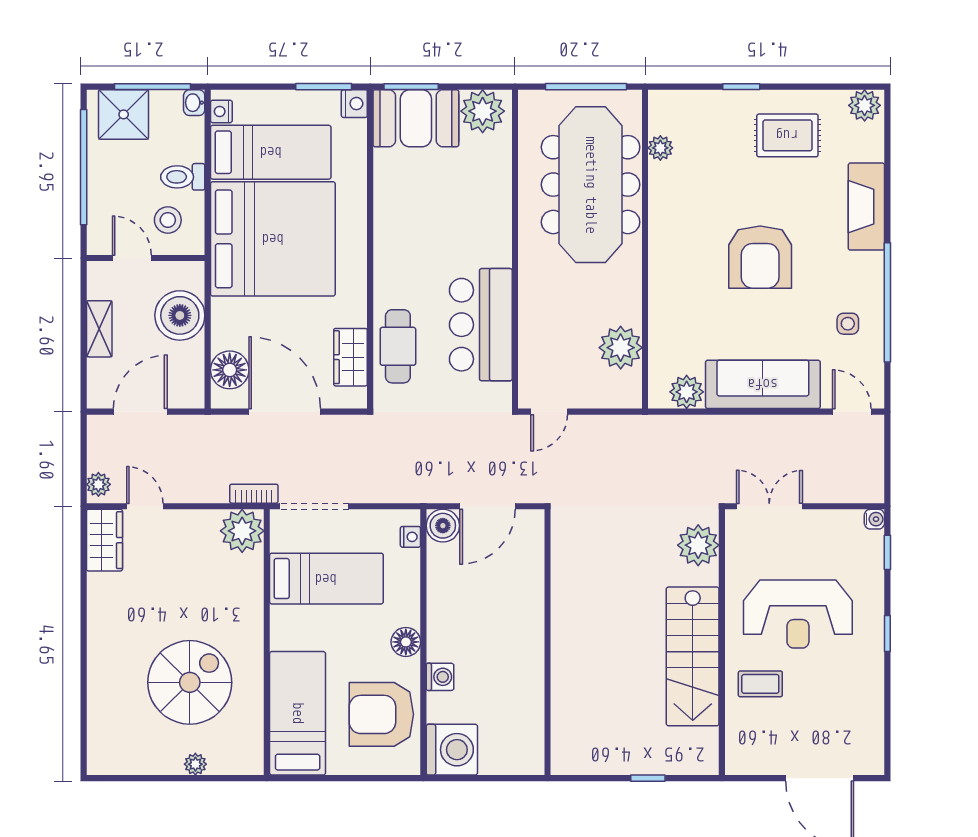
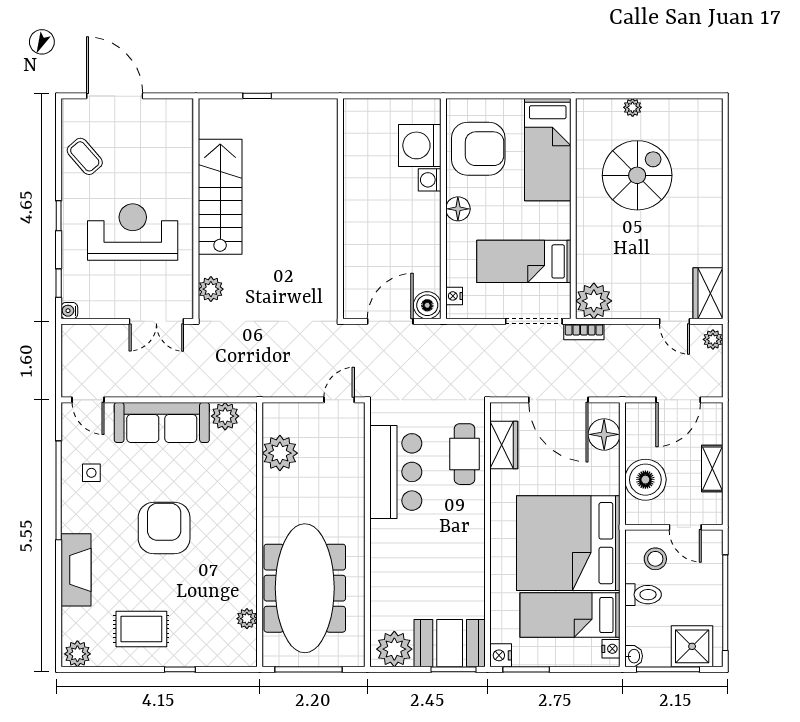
plant: (698, 545) -> (211, 289), width x0.73, depth x0.73
spiral stairs: (190, 682) -> (637, 175), turned 180
coffee table: (760, 684) -> (85, 156), moved, turned 49
washing machine: (452, 750) -> (420, 145), moved

